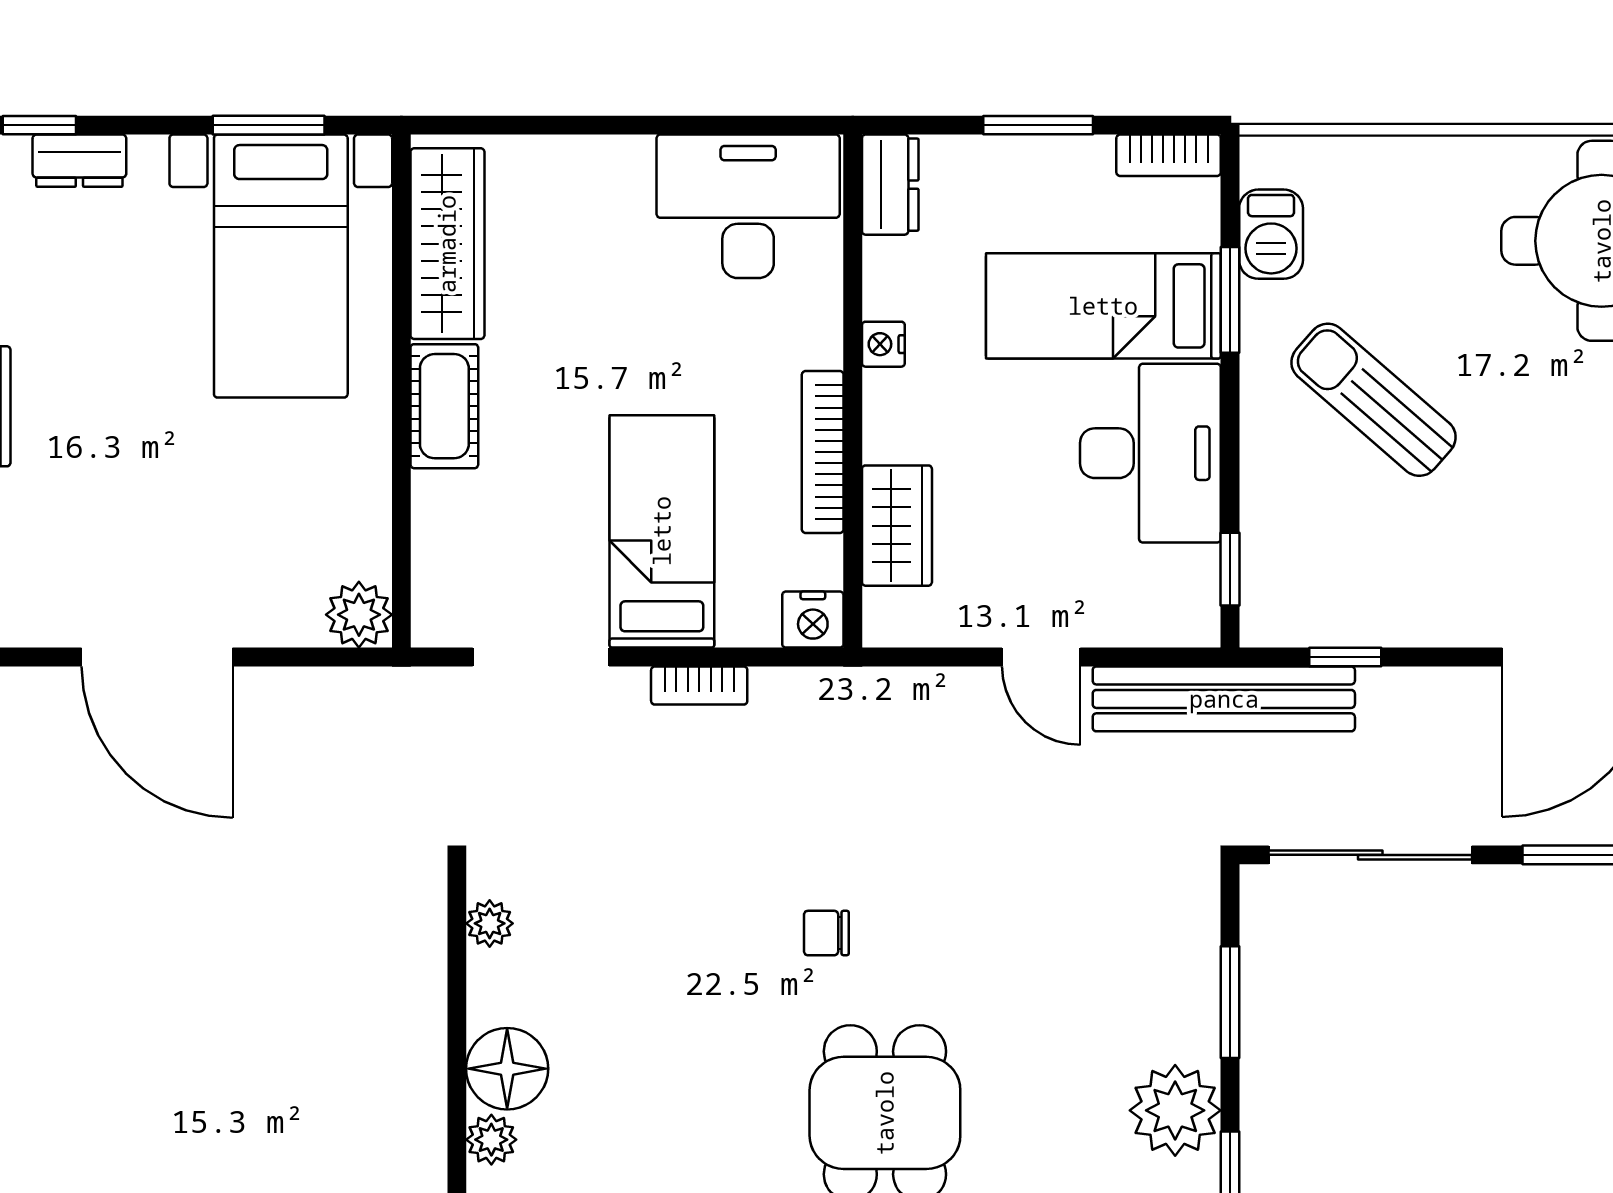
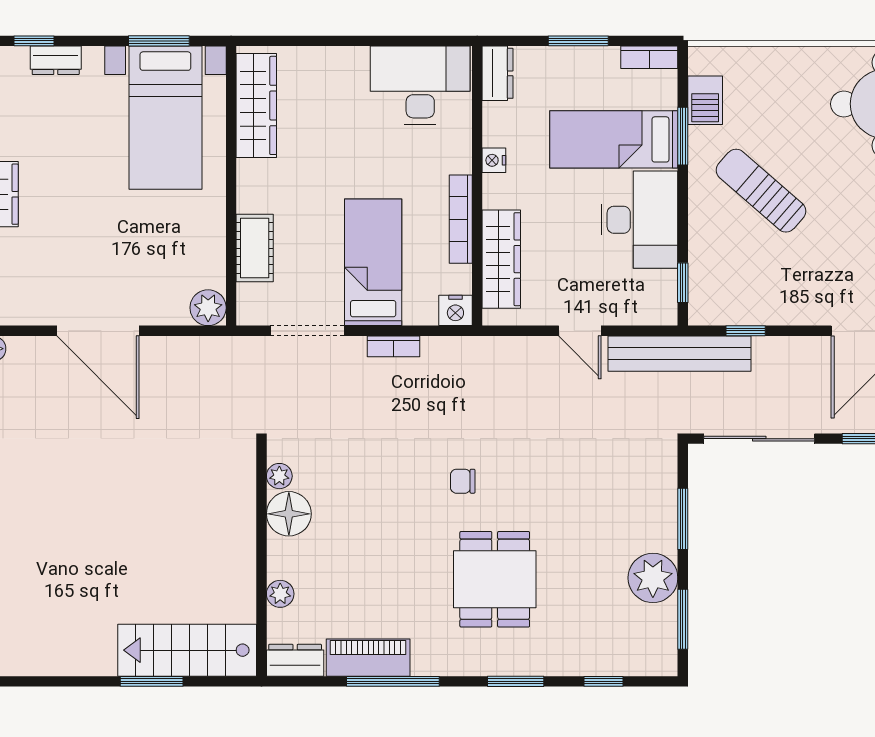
cot: (444, 406) -> (255, 248), moved
wardrobe: (897, 526) -> (501, 259), width x1.50
floor lamp: (507, 1069) -> (289, 514), moved

